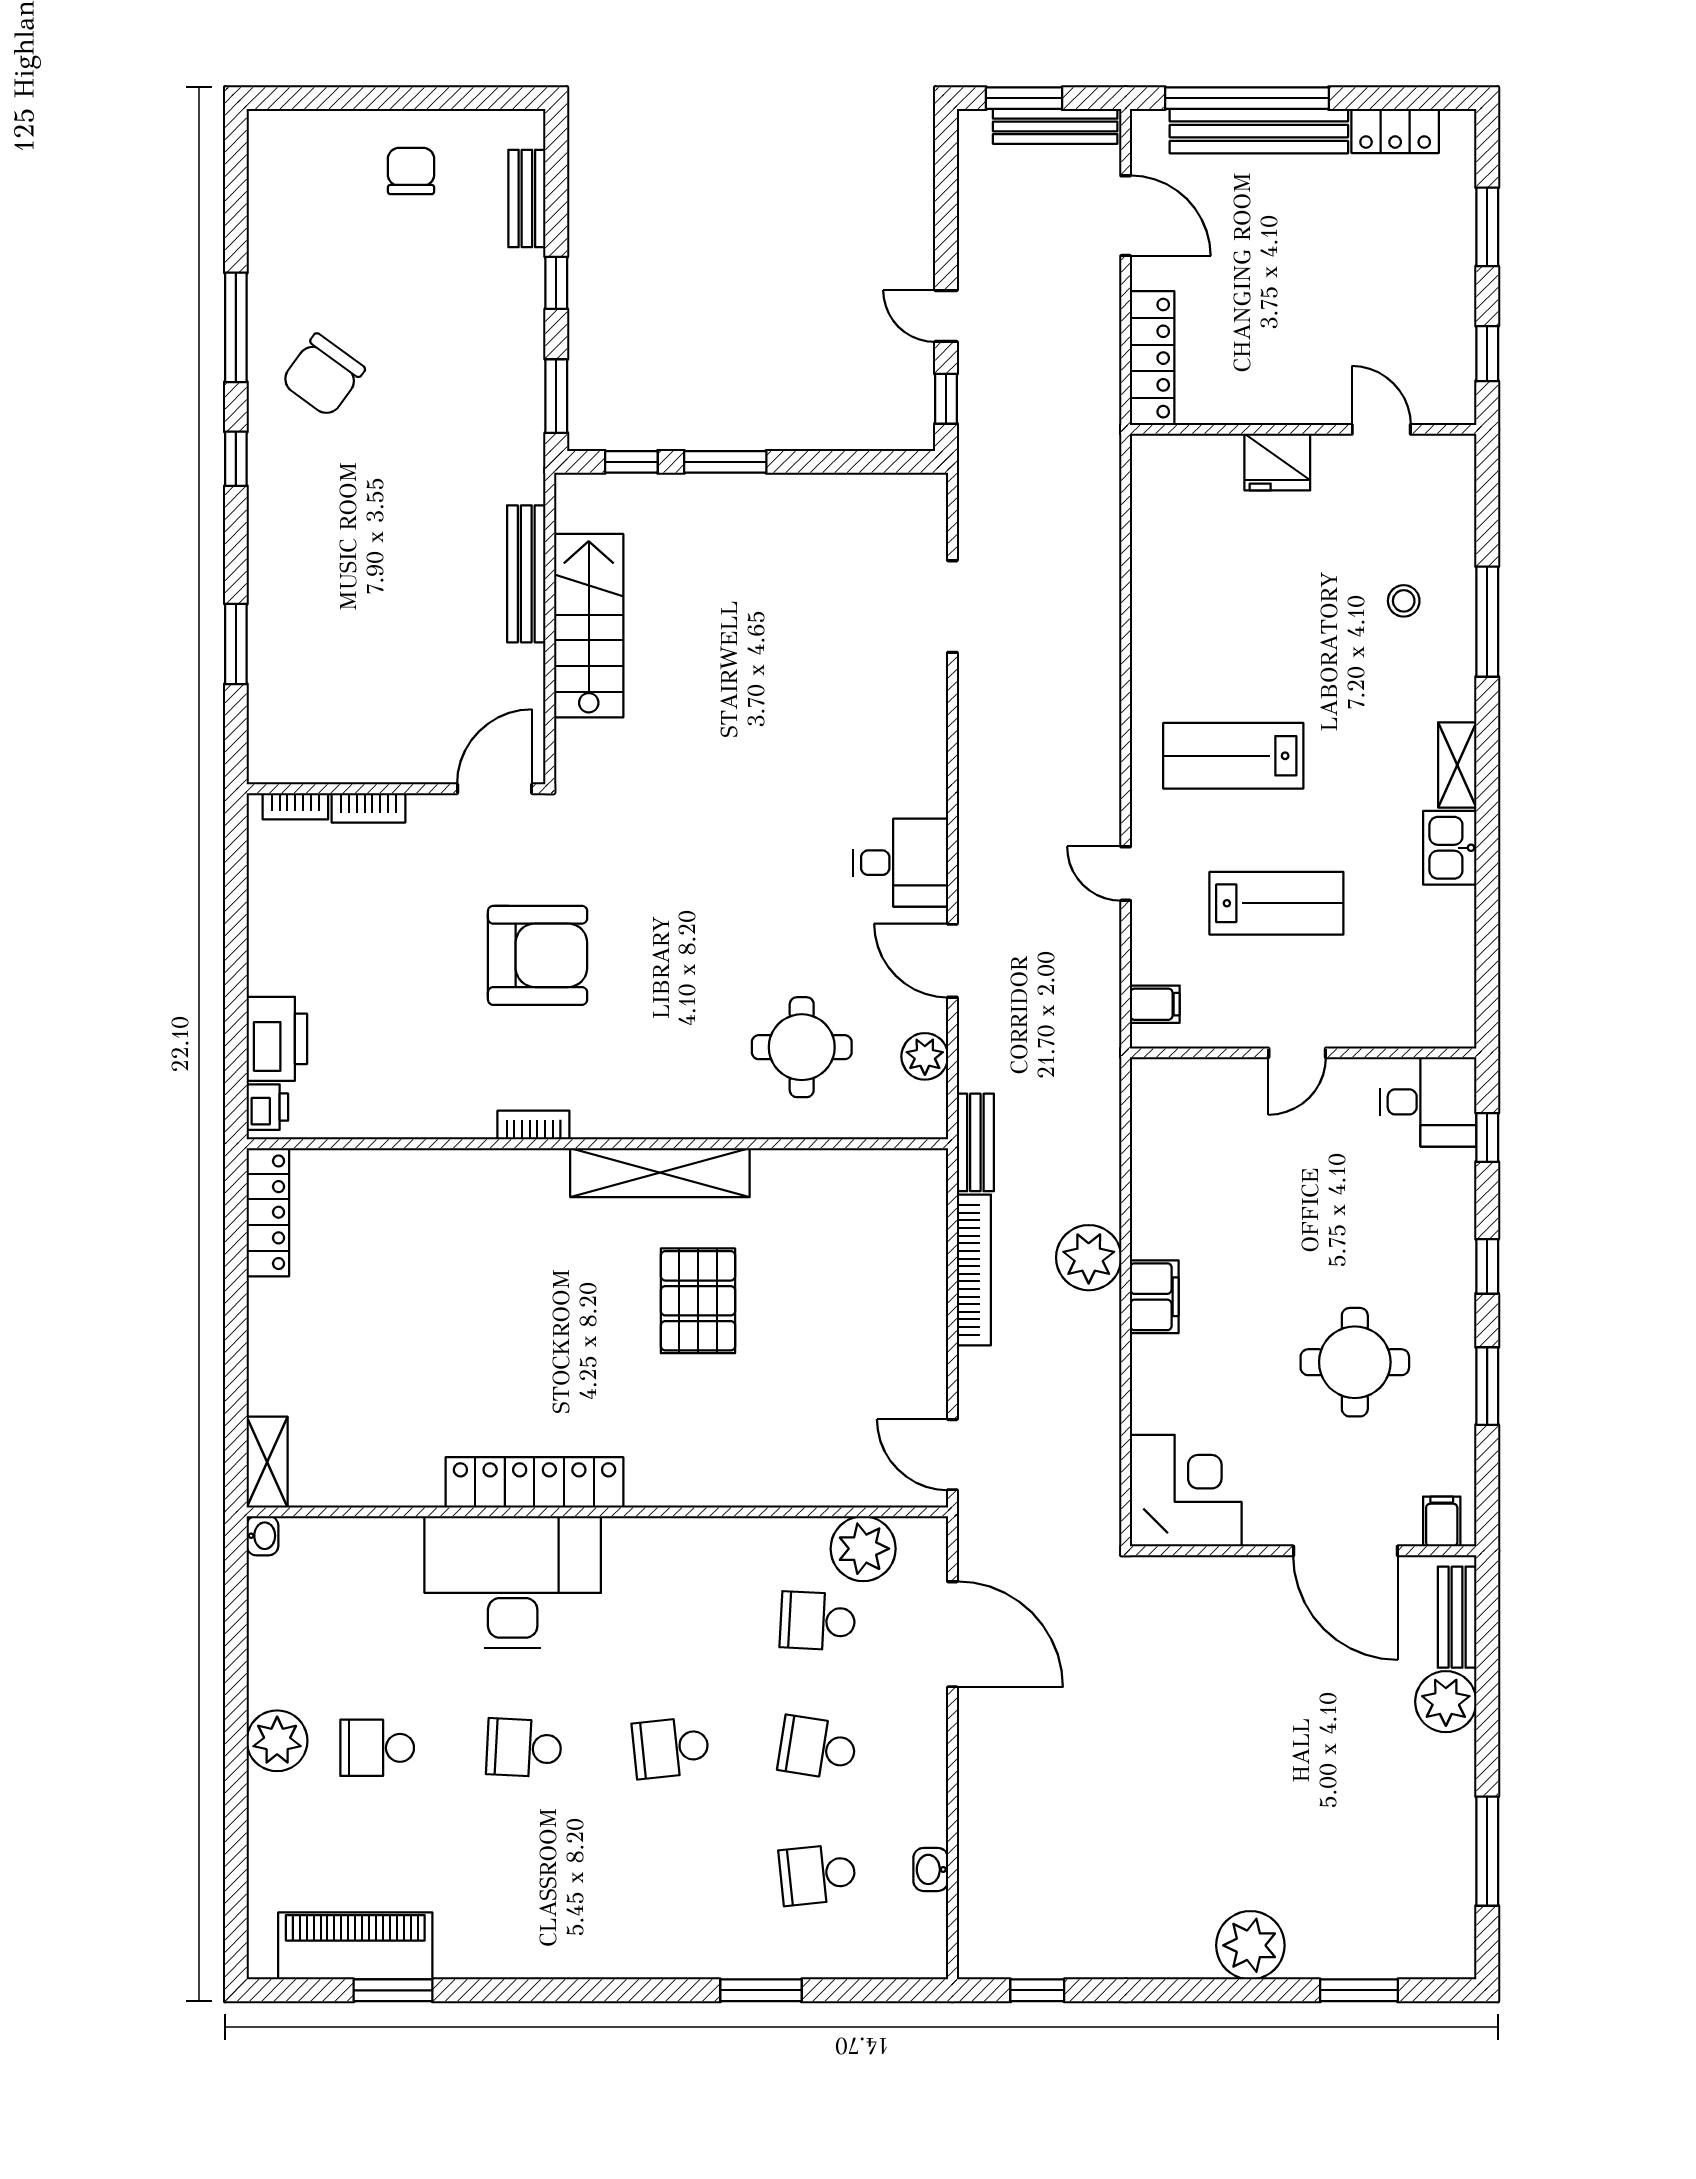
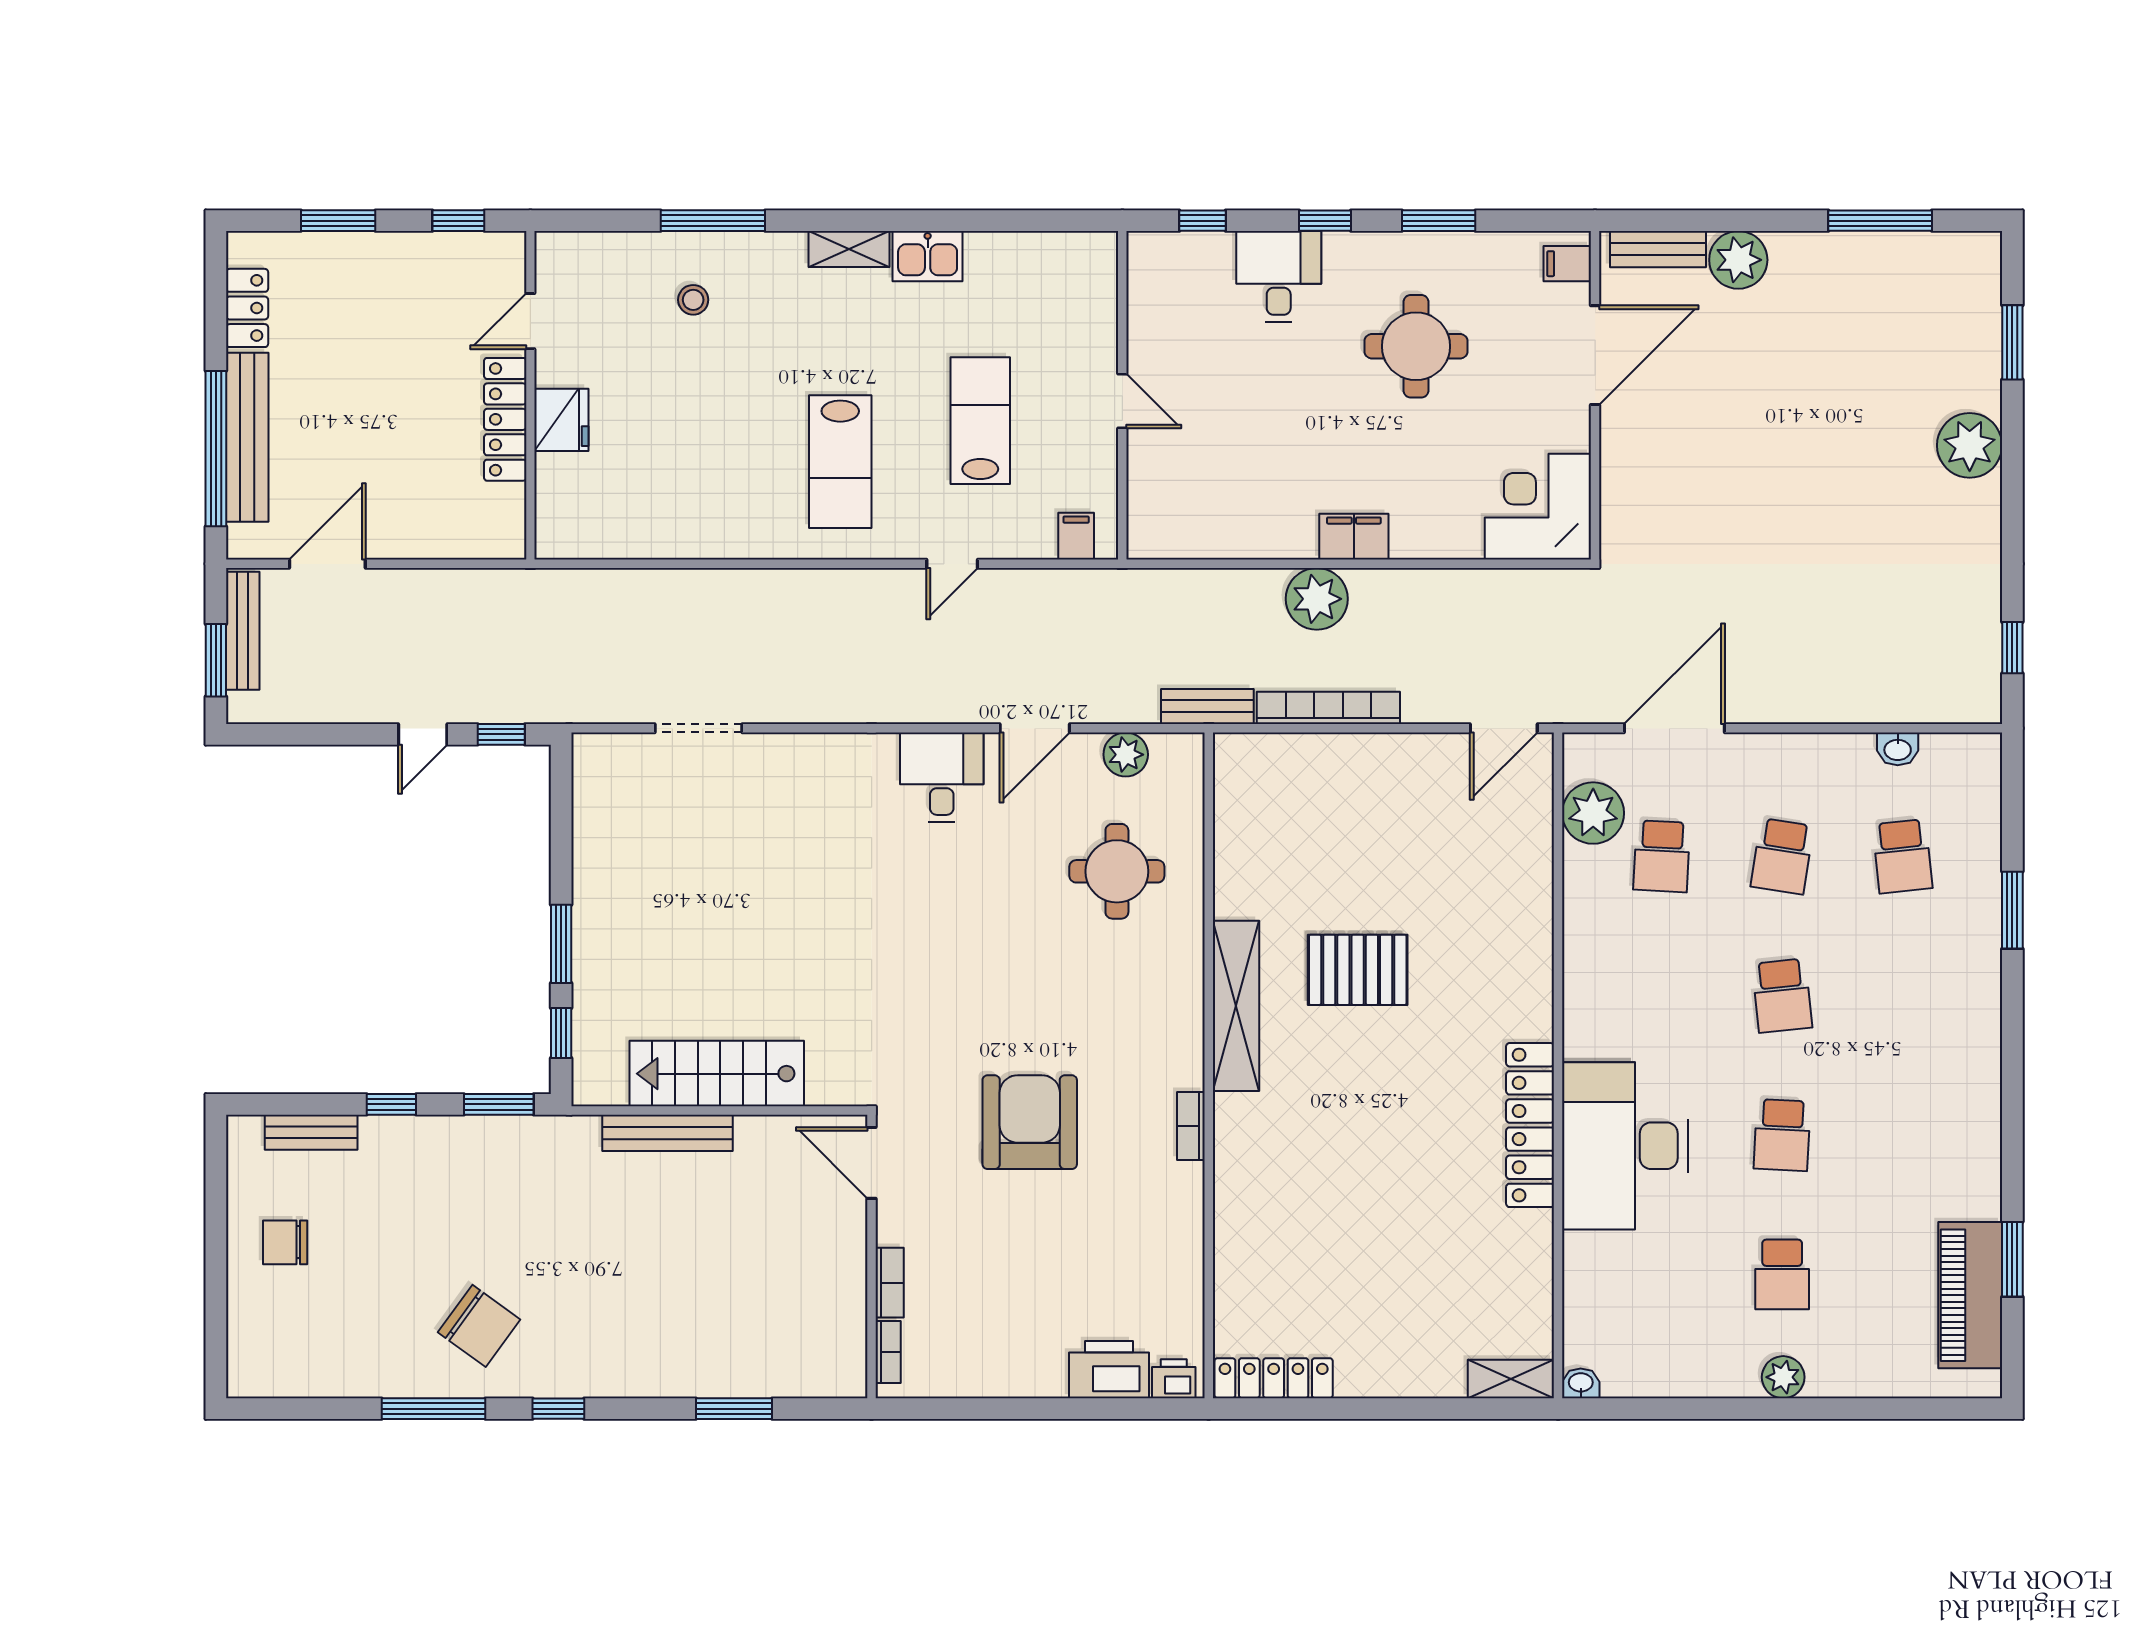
locker: (1152, 358) -> (505, 419), moved, turned -90
desk: (1428, 1102) -> (1279, 277), moved
plant: (277, 1741) -> (1783, 1377), width x0.73, depth x0.73

